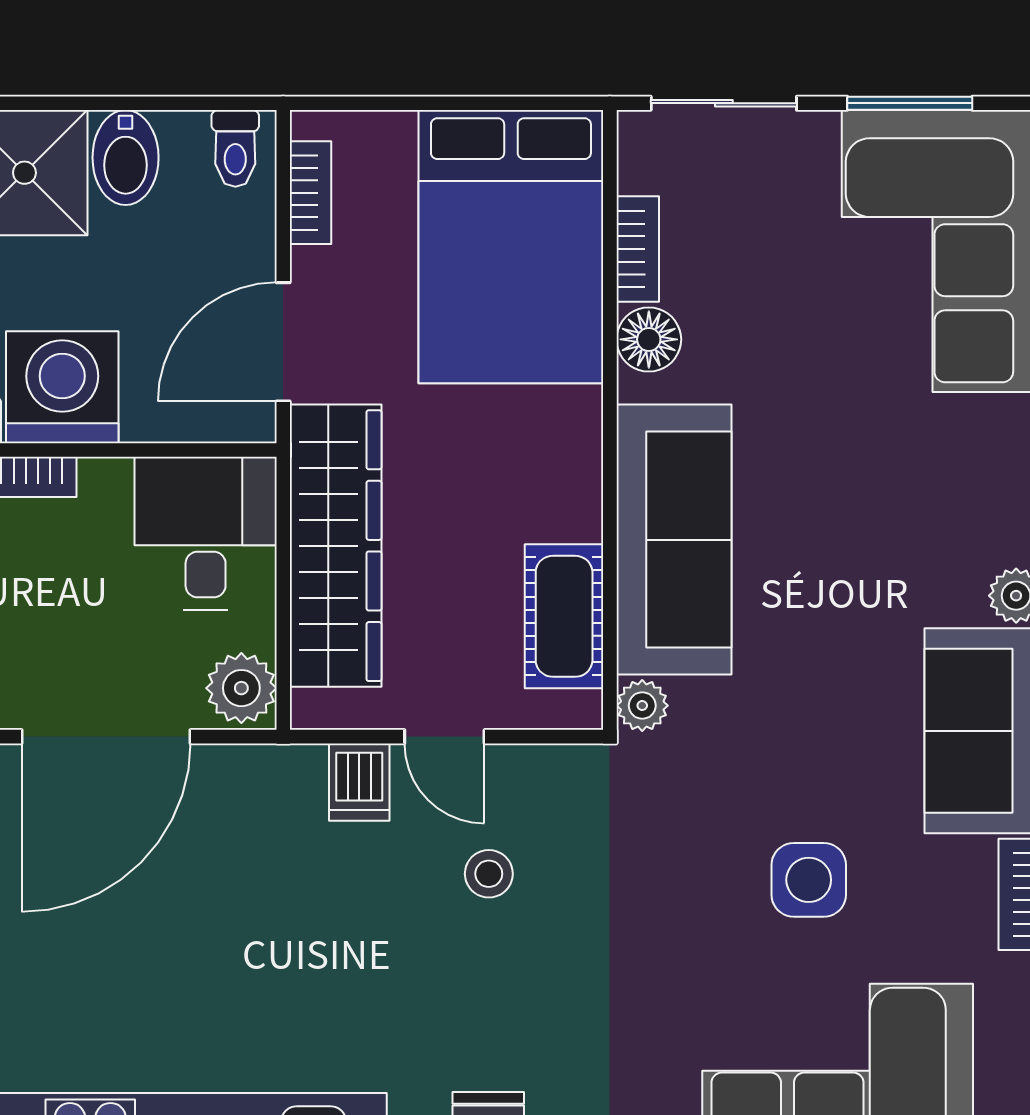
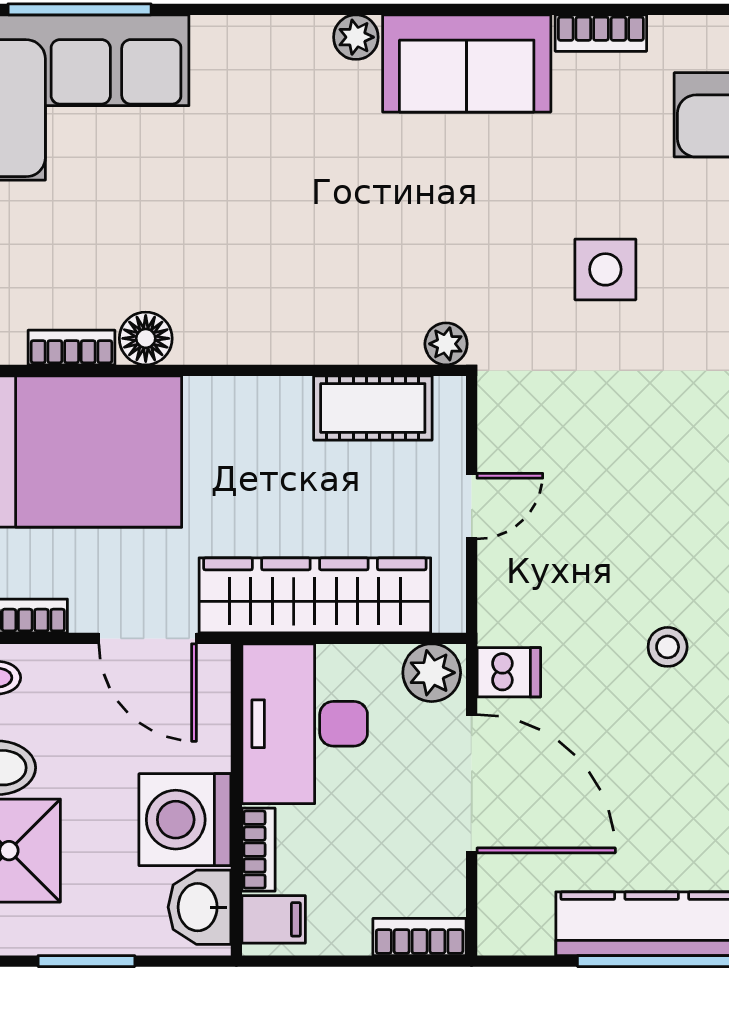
desk: (206, 533) -> (305, 724), width x1.37
sofa: (674, 540) -> (310, 318), removed
dishwasher: (359, 782) -> (509, 672), moved
stool: (489, 874) -> (668, 647), moved
side table: (809, 880) -> (605, 269), moved

